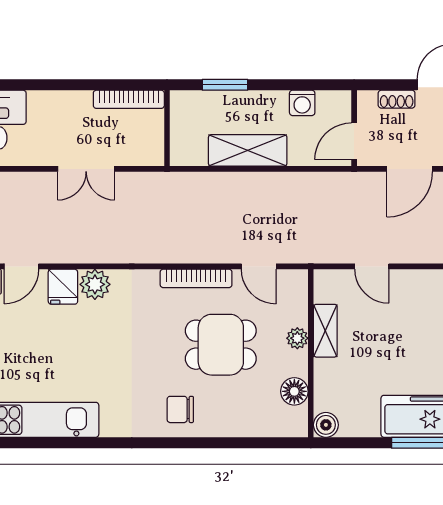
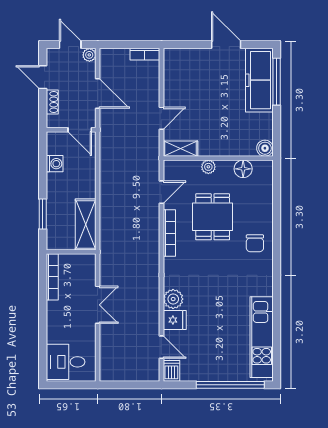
shelving: (248, 150) -> (86, 225), moved
shelving: (325, 331) -> (180, 149), moved

